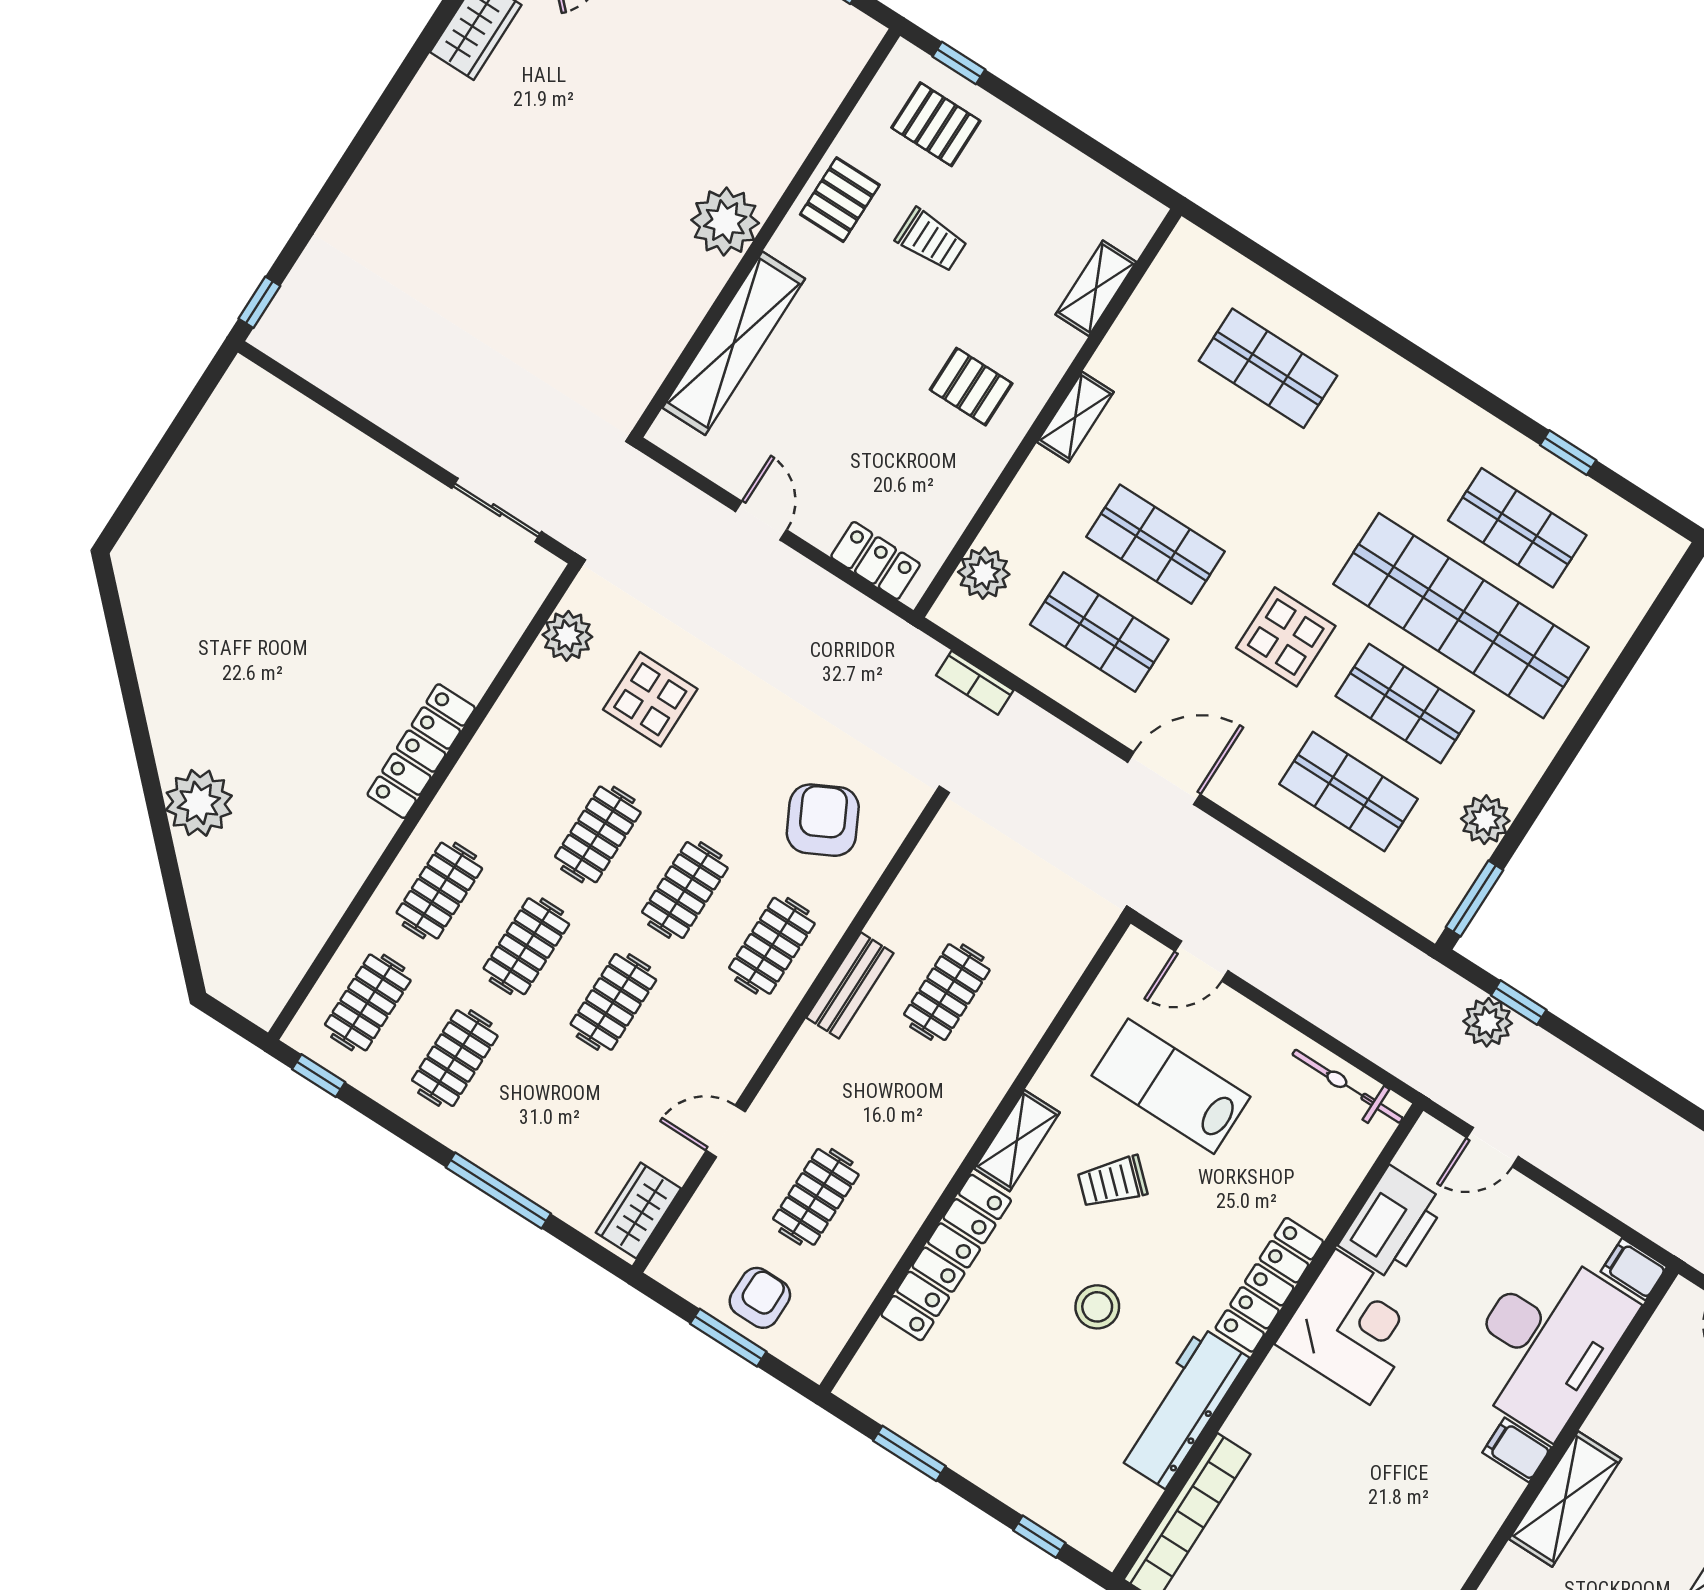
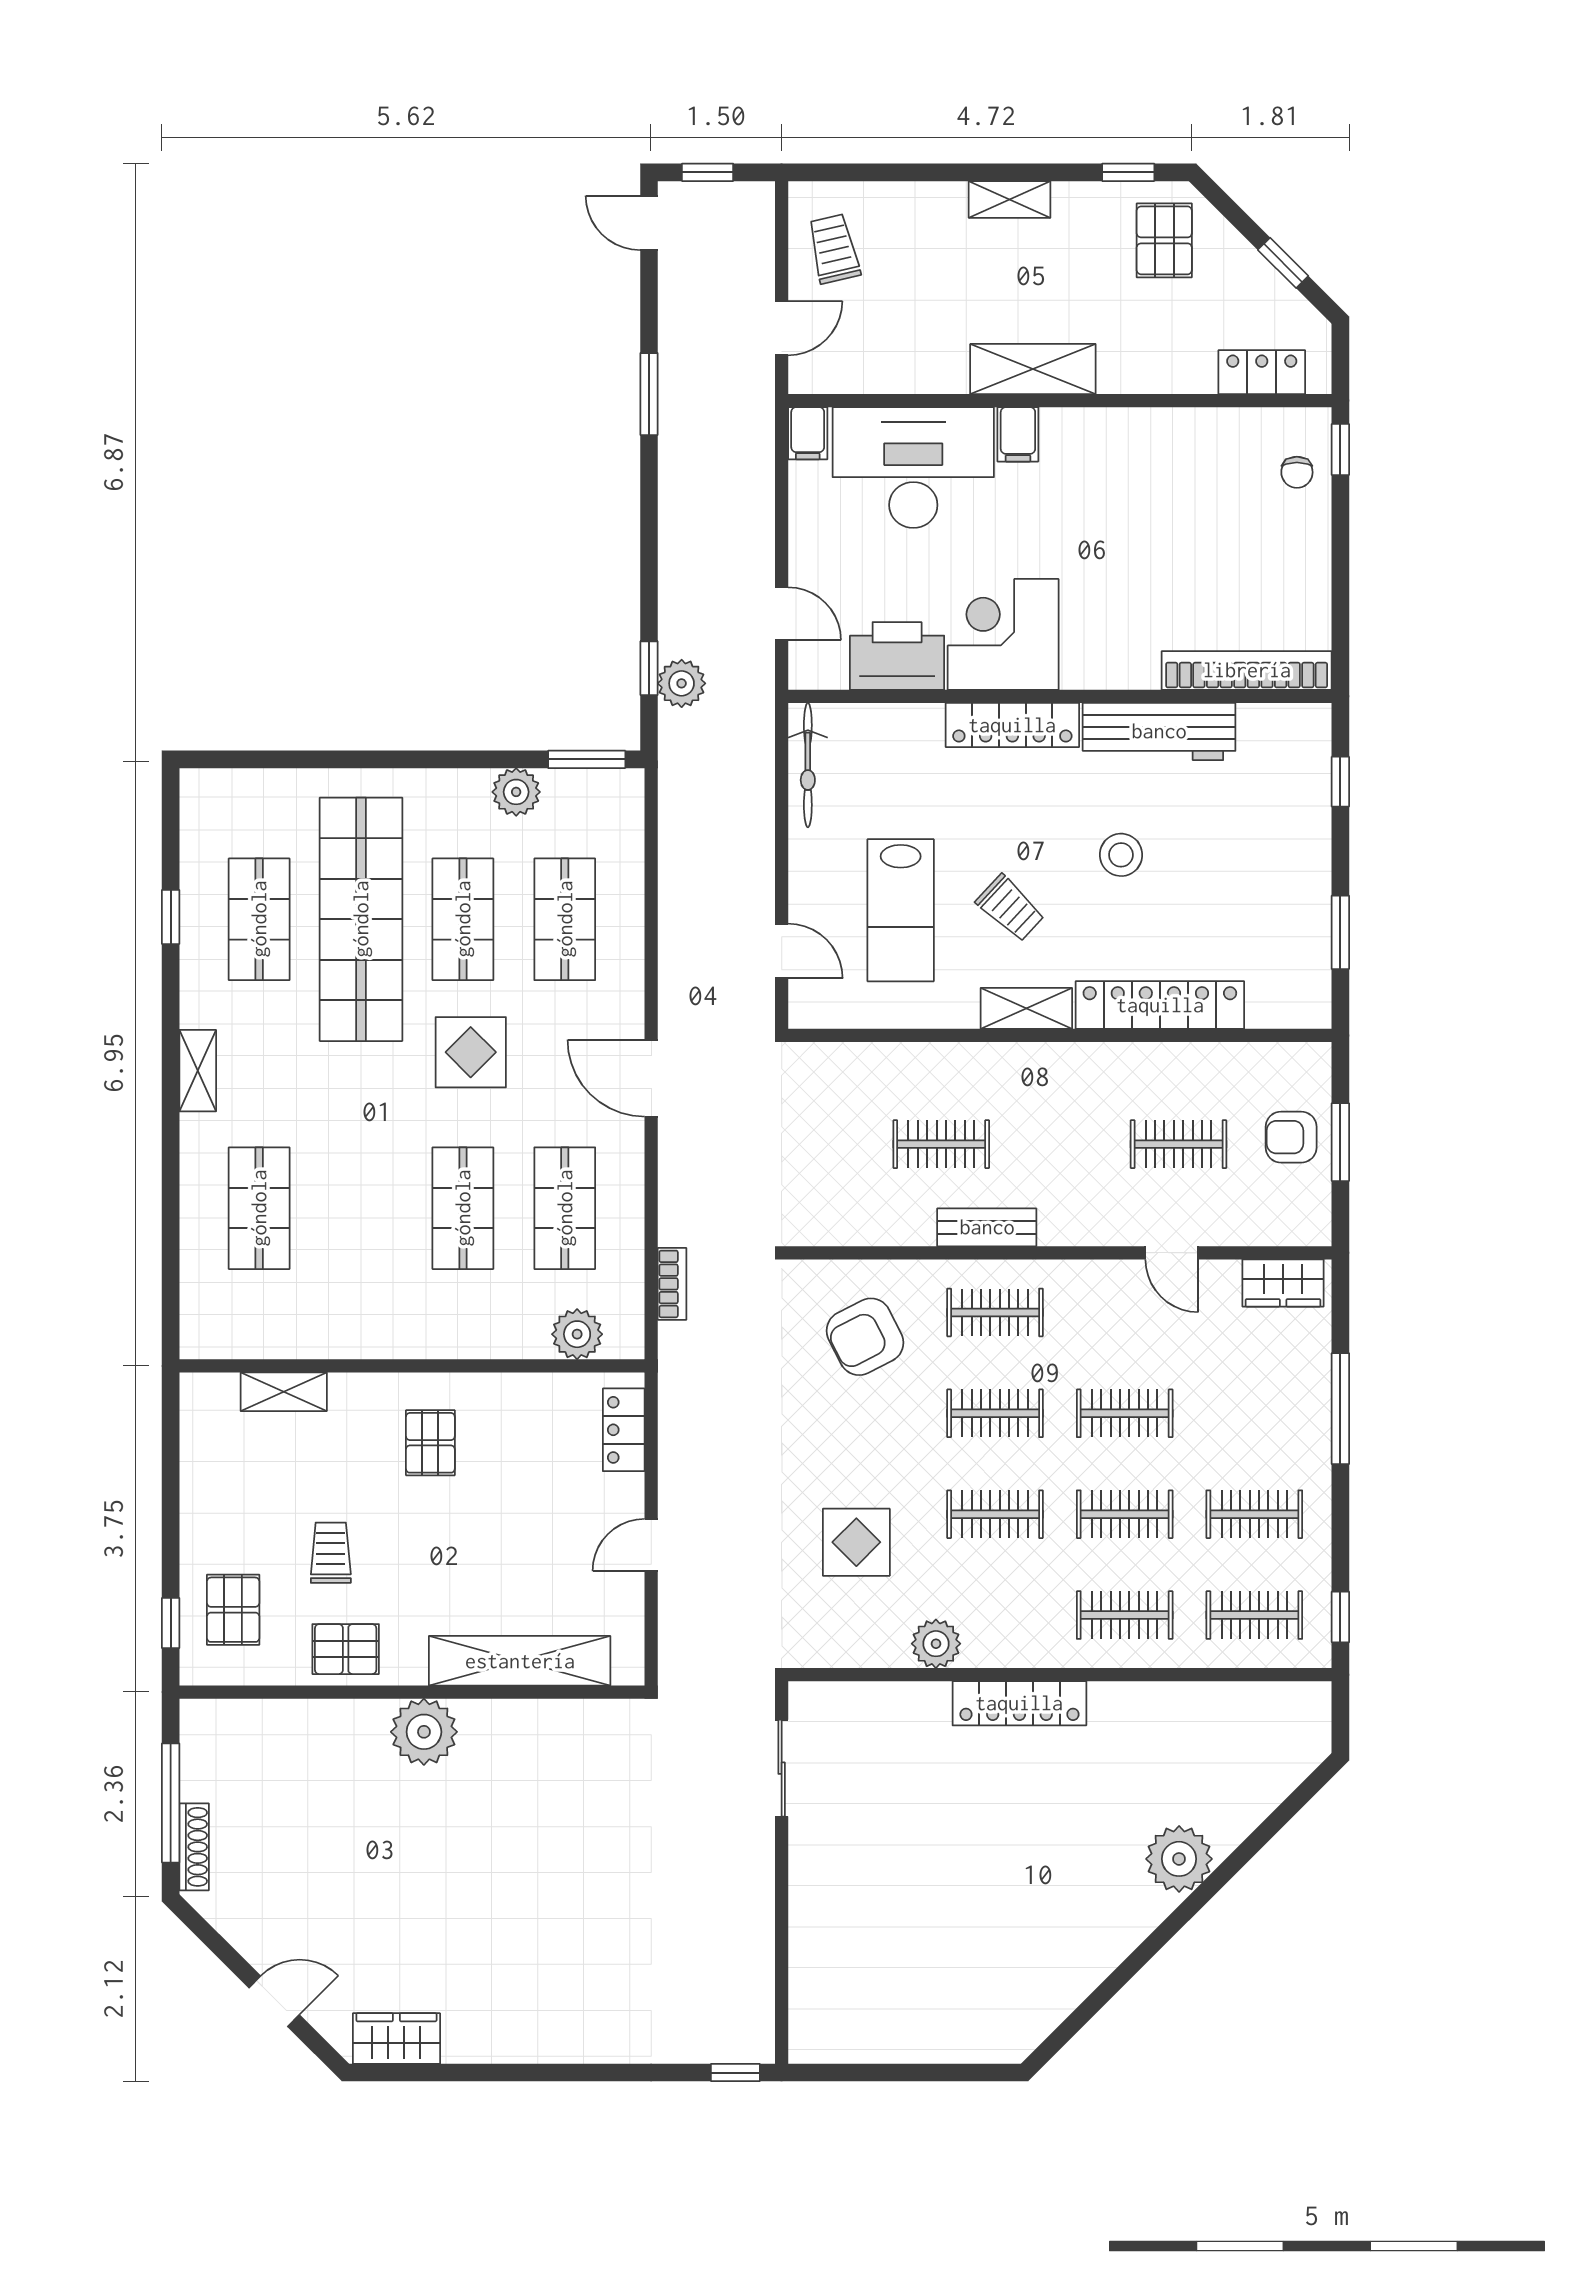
shelving: (1075, 417) -> (198, 1071), moved, turned 90
plant: (567, 636) -> (936, 1644), moved

